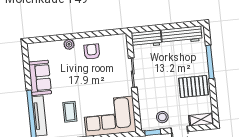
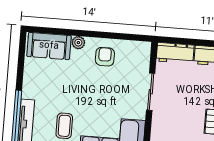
sofa: (40, 78) -> (49, 46), moved, turned 90

